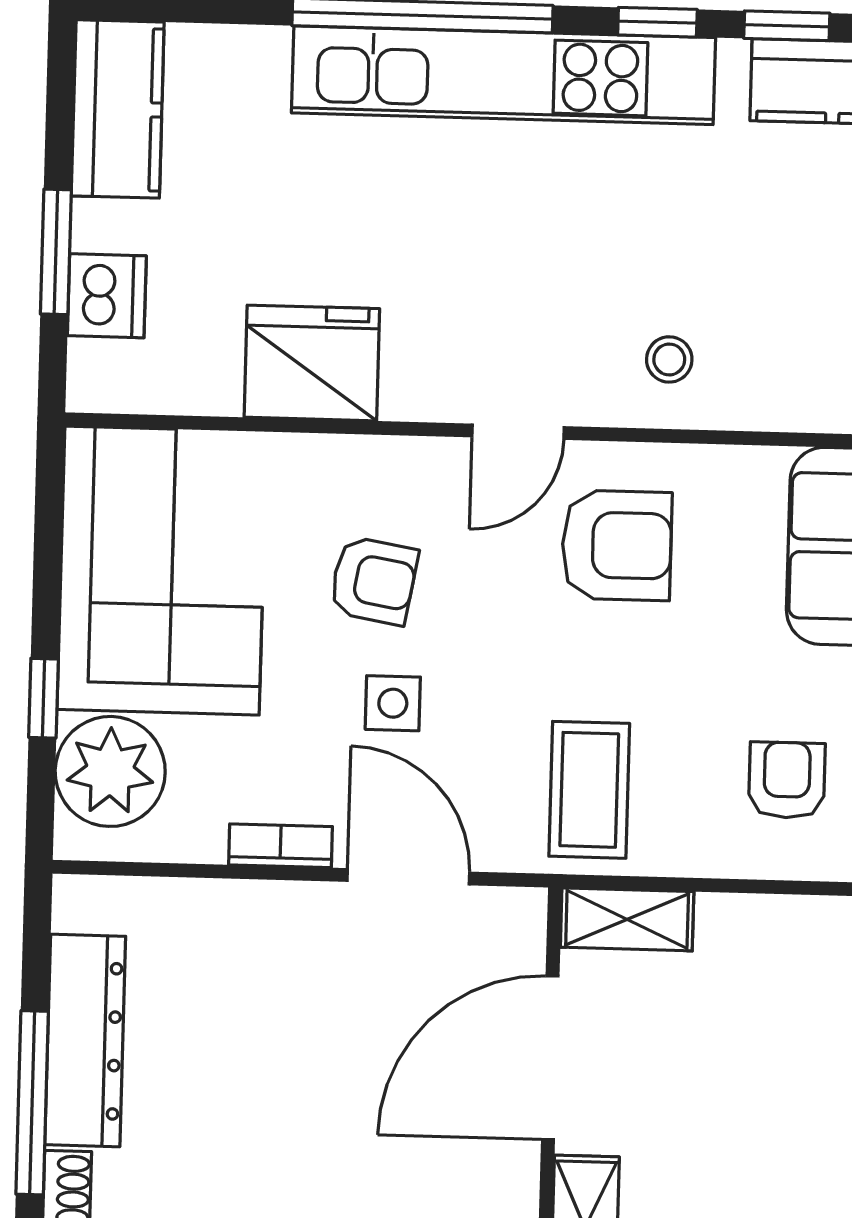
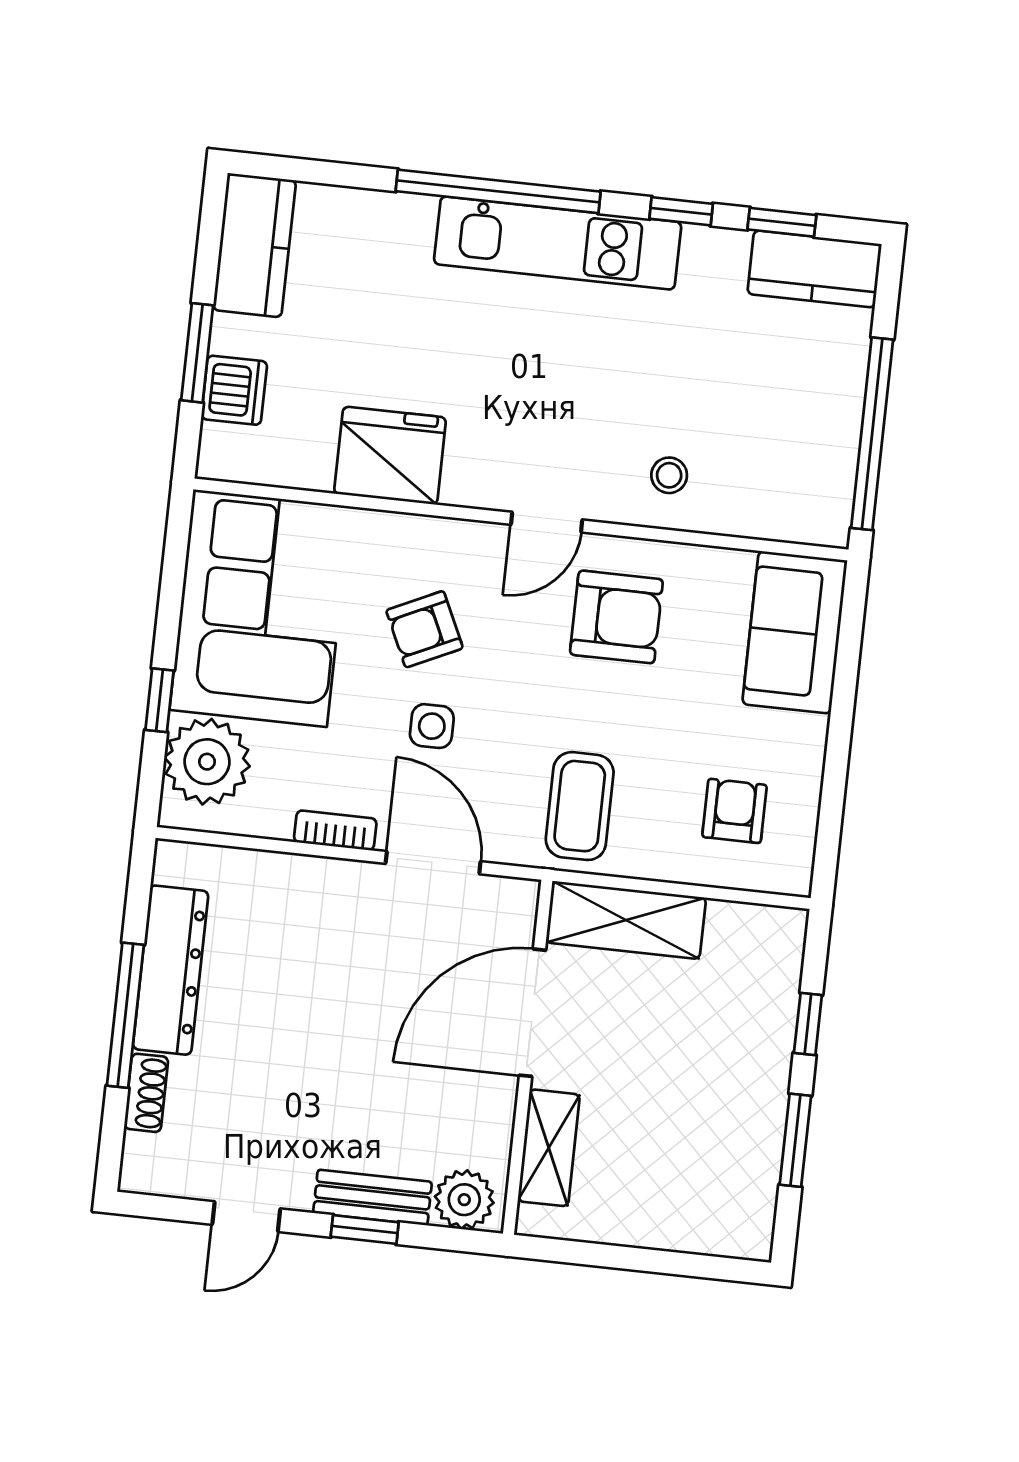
kitchen unit: (503, 75) -> (558, 243), width x0.73
armchair: (374, 581) -> (424, 629), turned 145
shelving: (627, 919) -> (626, 920), width x1.50, depth x1.33

